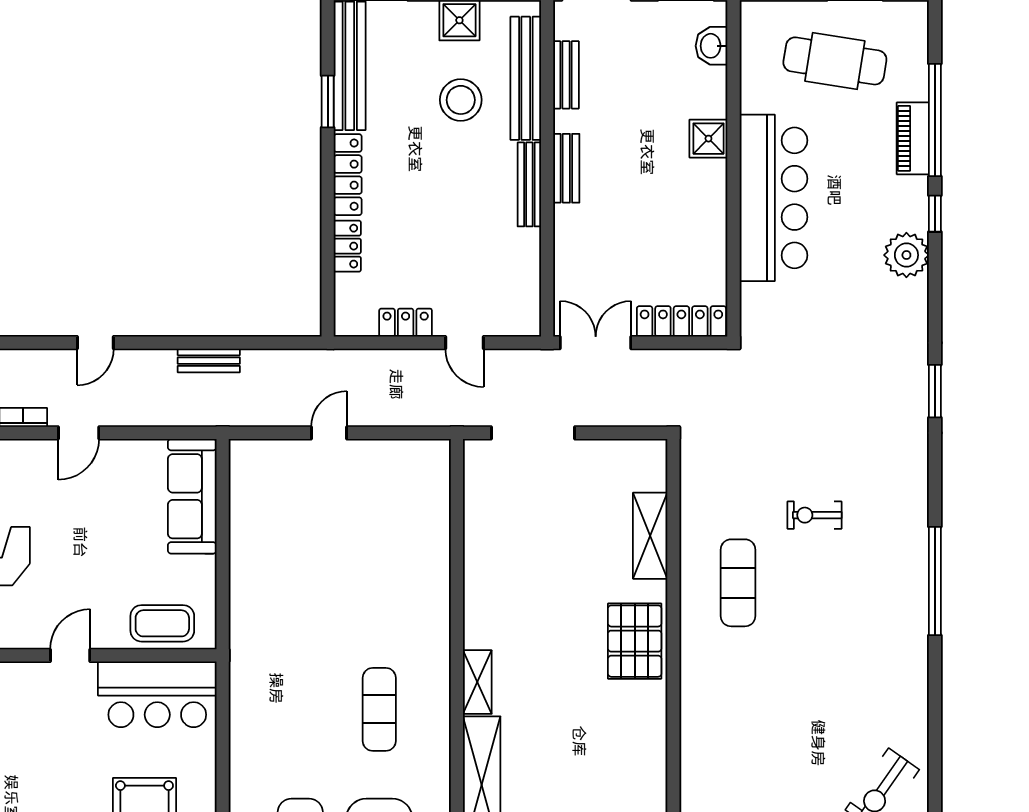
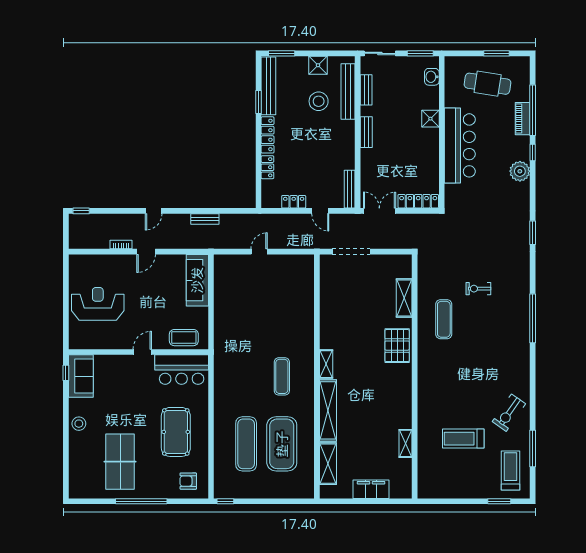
bench: (529, 184) -> (350, 189), moved

